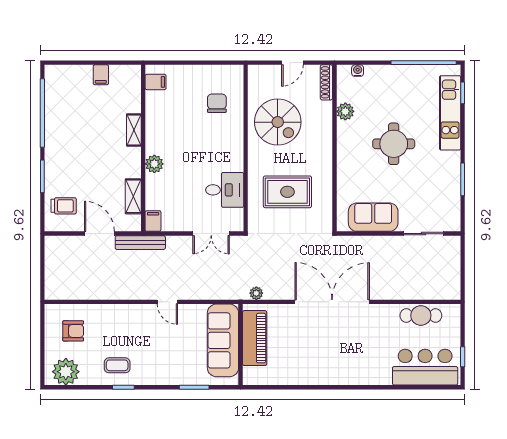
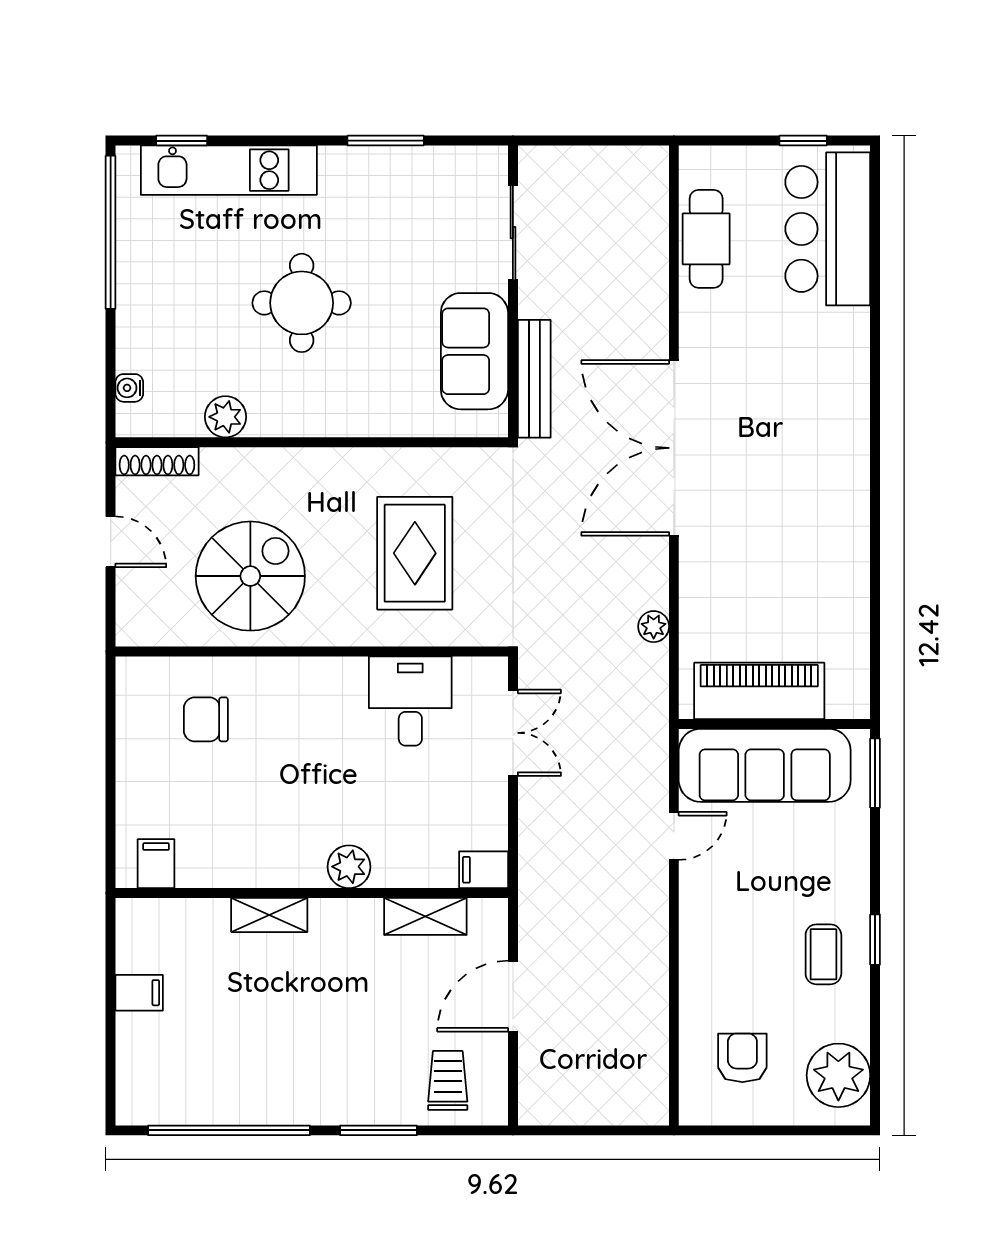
bench: (140, 243) -> (534, 379), moved
piano: (255, 338) -> (759, 691), moved
sofa: (223, 340) -> (765, 765), moved
wall: (241, 345) -> (774, 724), moved

